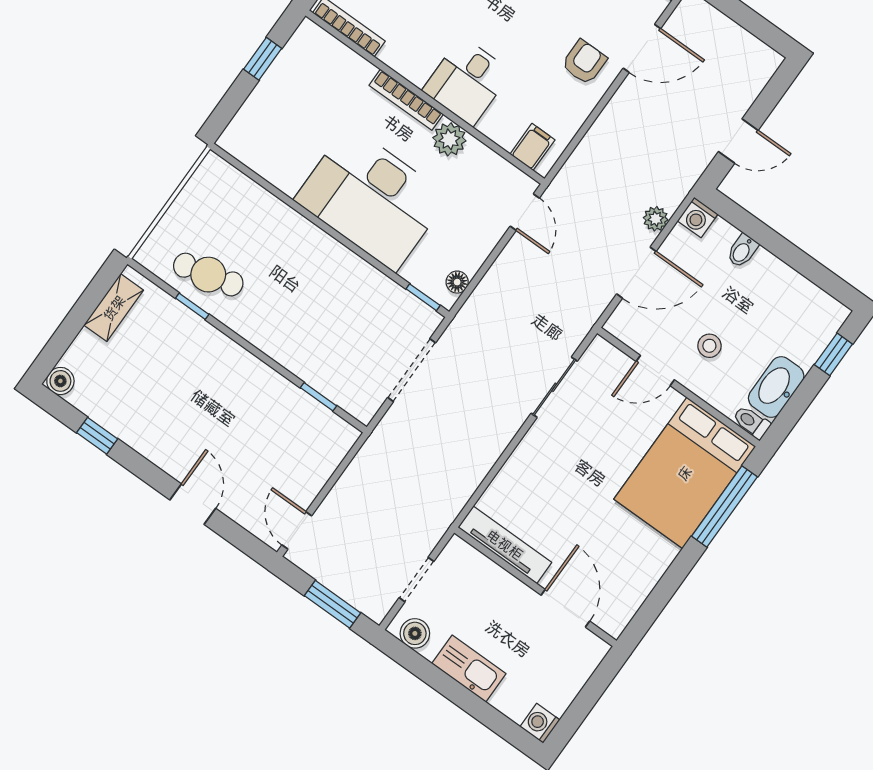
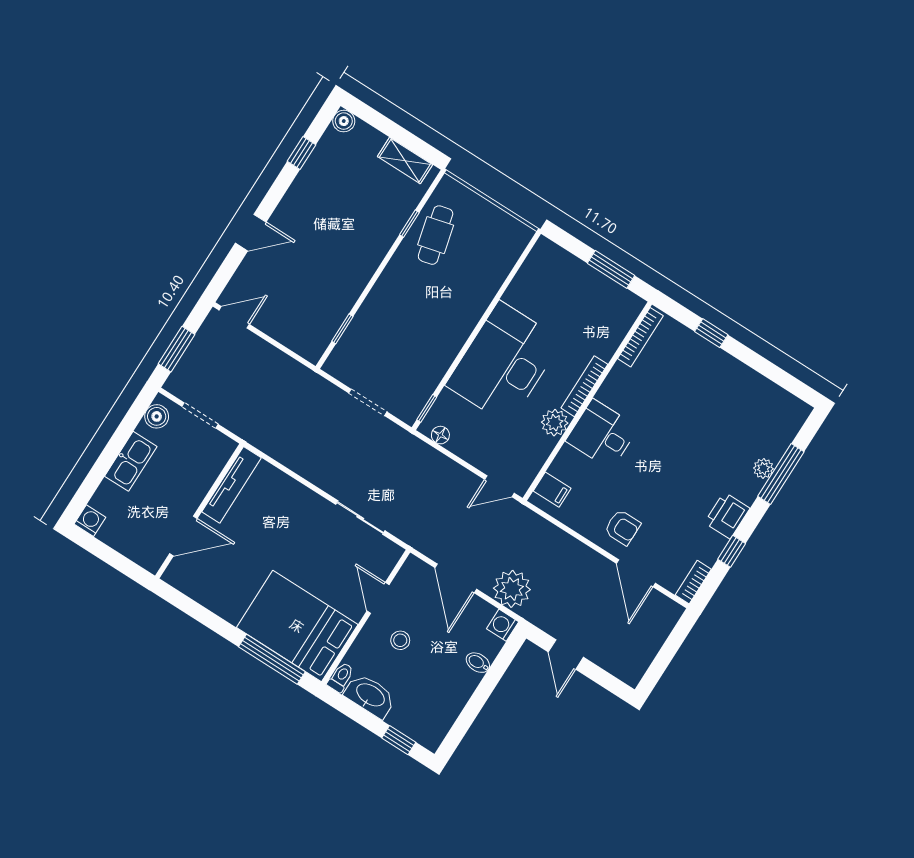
window: (263, 59) -> (611, 269), width x1.50
plant: (656, 219) -> (512, 589), width x1.87, depth x1.87
doorway: (412, 370) -> (368, 402), width x0.73

